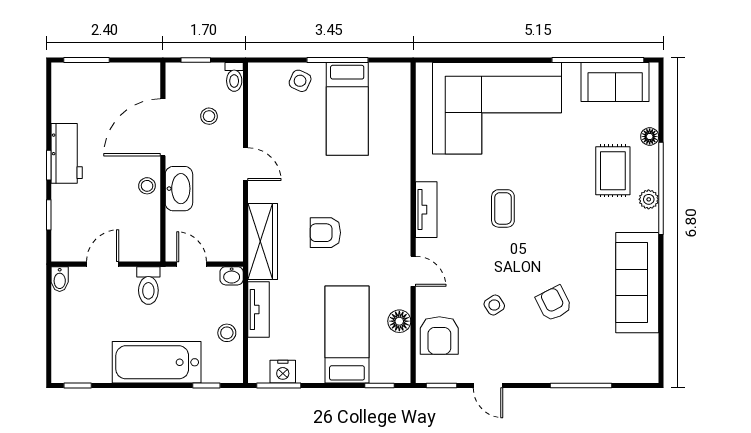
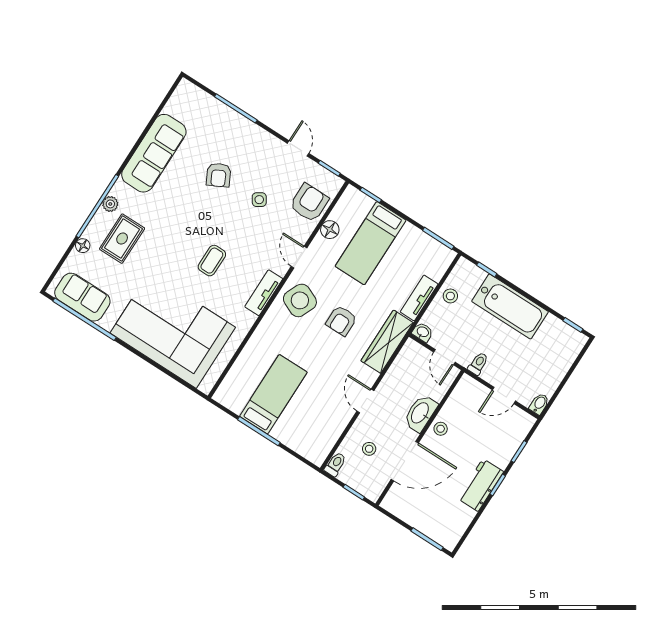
side table: (300, 81) -> (300, 300), moved, width x1.87, depth x1.87
armchair: (325, 233) -> (341, 321), turned 90
toilet: (148, 285) -> (478, 364), width x0.73, depth x0.72
nightstand: (283, 372) -> (430, 246), removed

